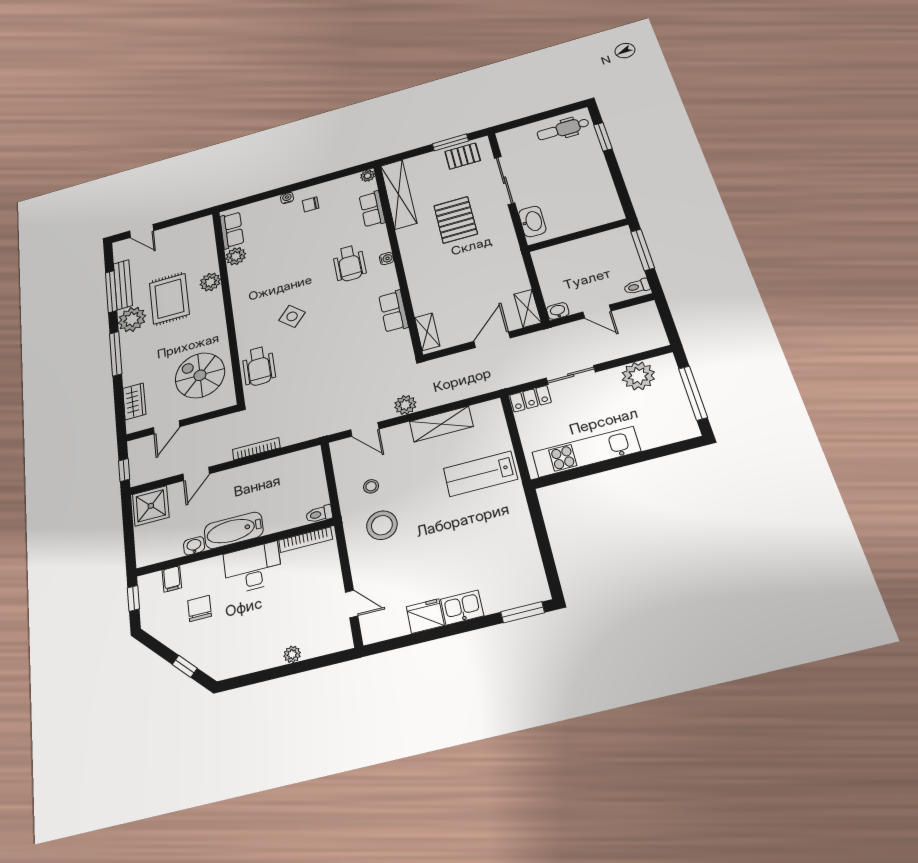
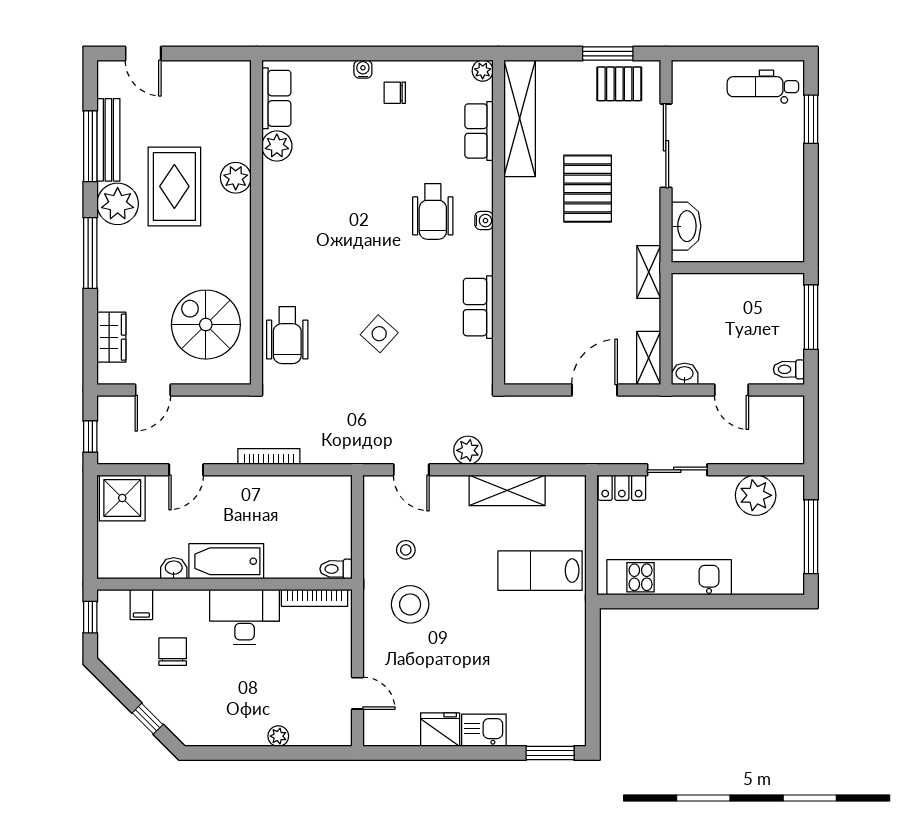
side table: (292, 316) -> (379, 334), moved
shelving: (427, 332) -> (649, 272), moved

